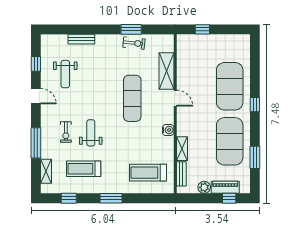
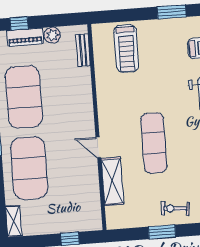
exercise bike: (134, 43) -> (175, 209), moved
water cooler: (168, 130) -> (104, 106), removed
shelving: (182, 149) -> (14, 221), moved
treadmill: (148, 173) -> (126, 49), turned 90

